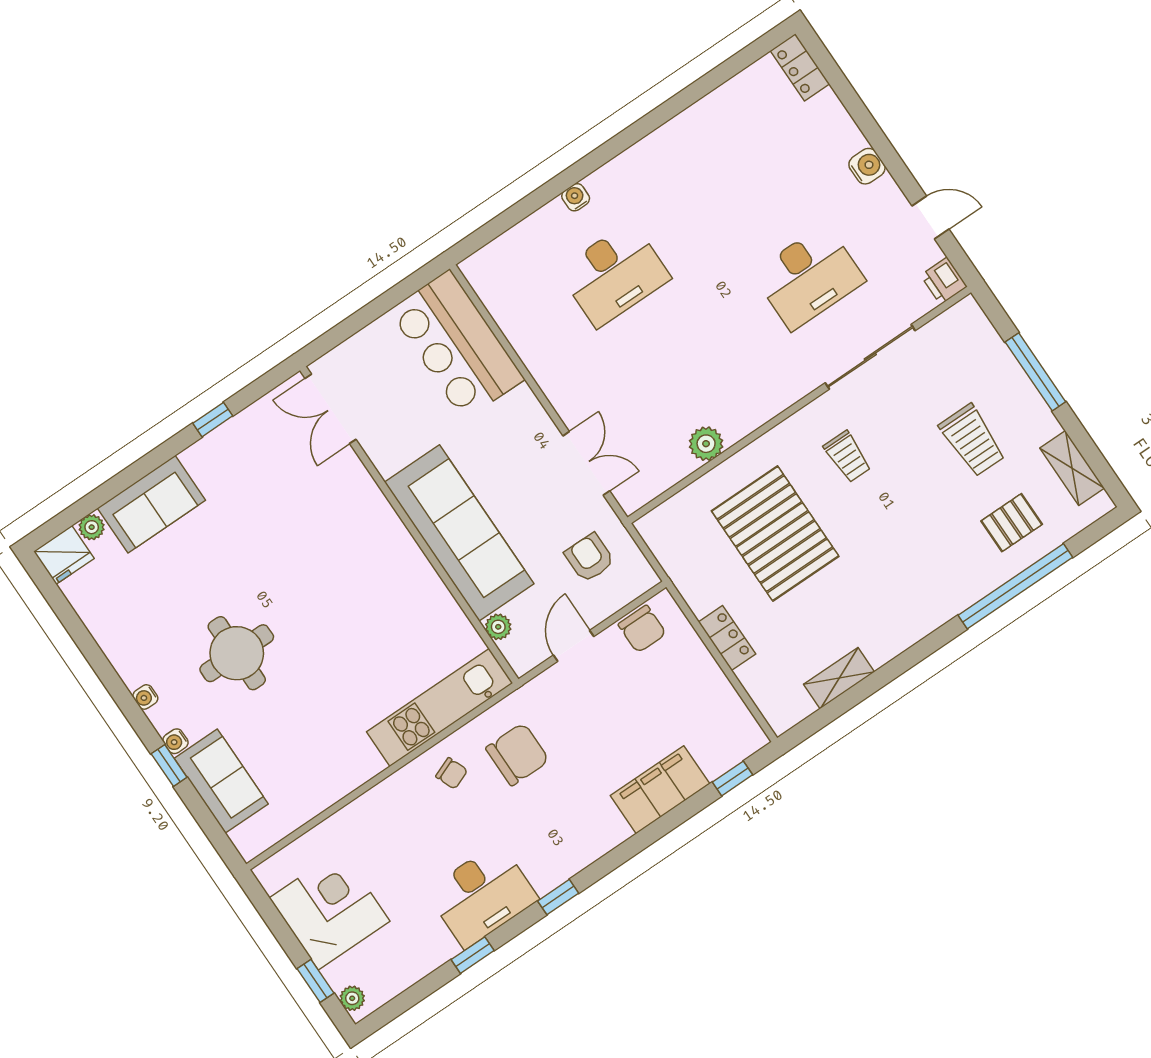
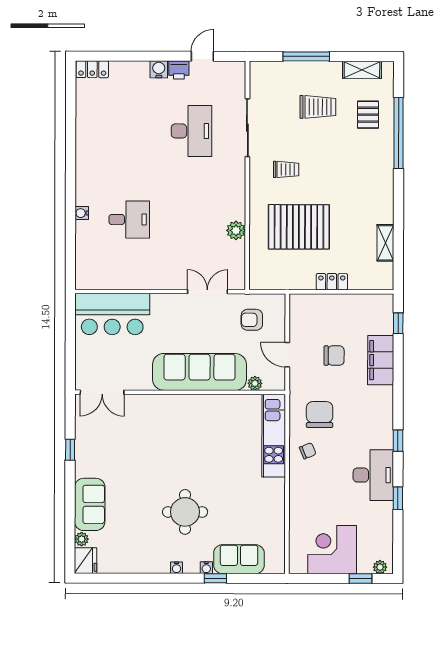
desk: (614, 274) -> (129, 220), width x0.73
printer: (944, 281) -> (179, 70), moved
chair: (642, 629) -> (334, 356), moved

